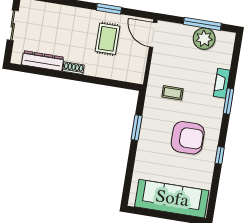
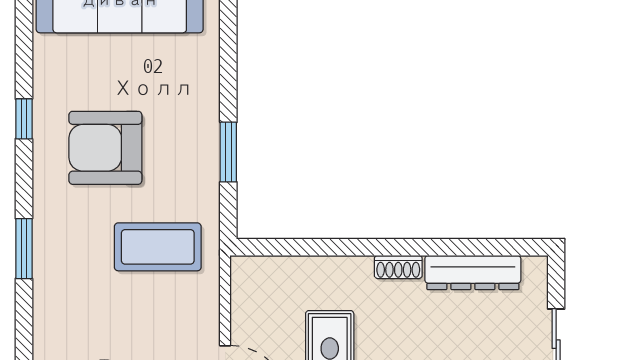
fireplace: (222, 83) -> (47, 288), removed
coffee table: (172, 93) -> (158, 247), width x1.86, depth x1.72

